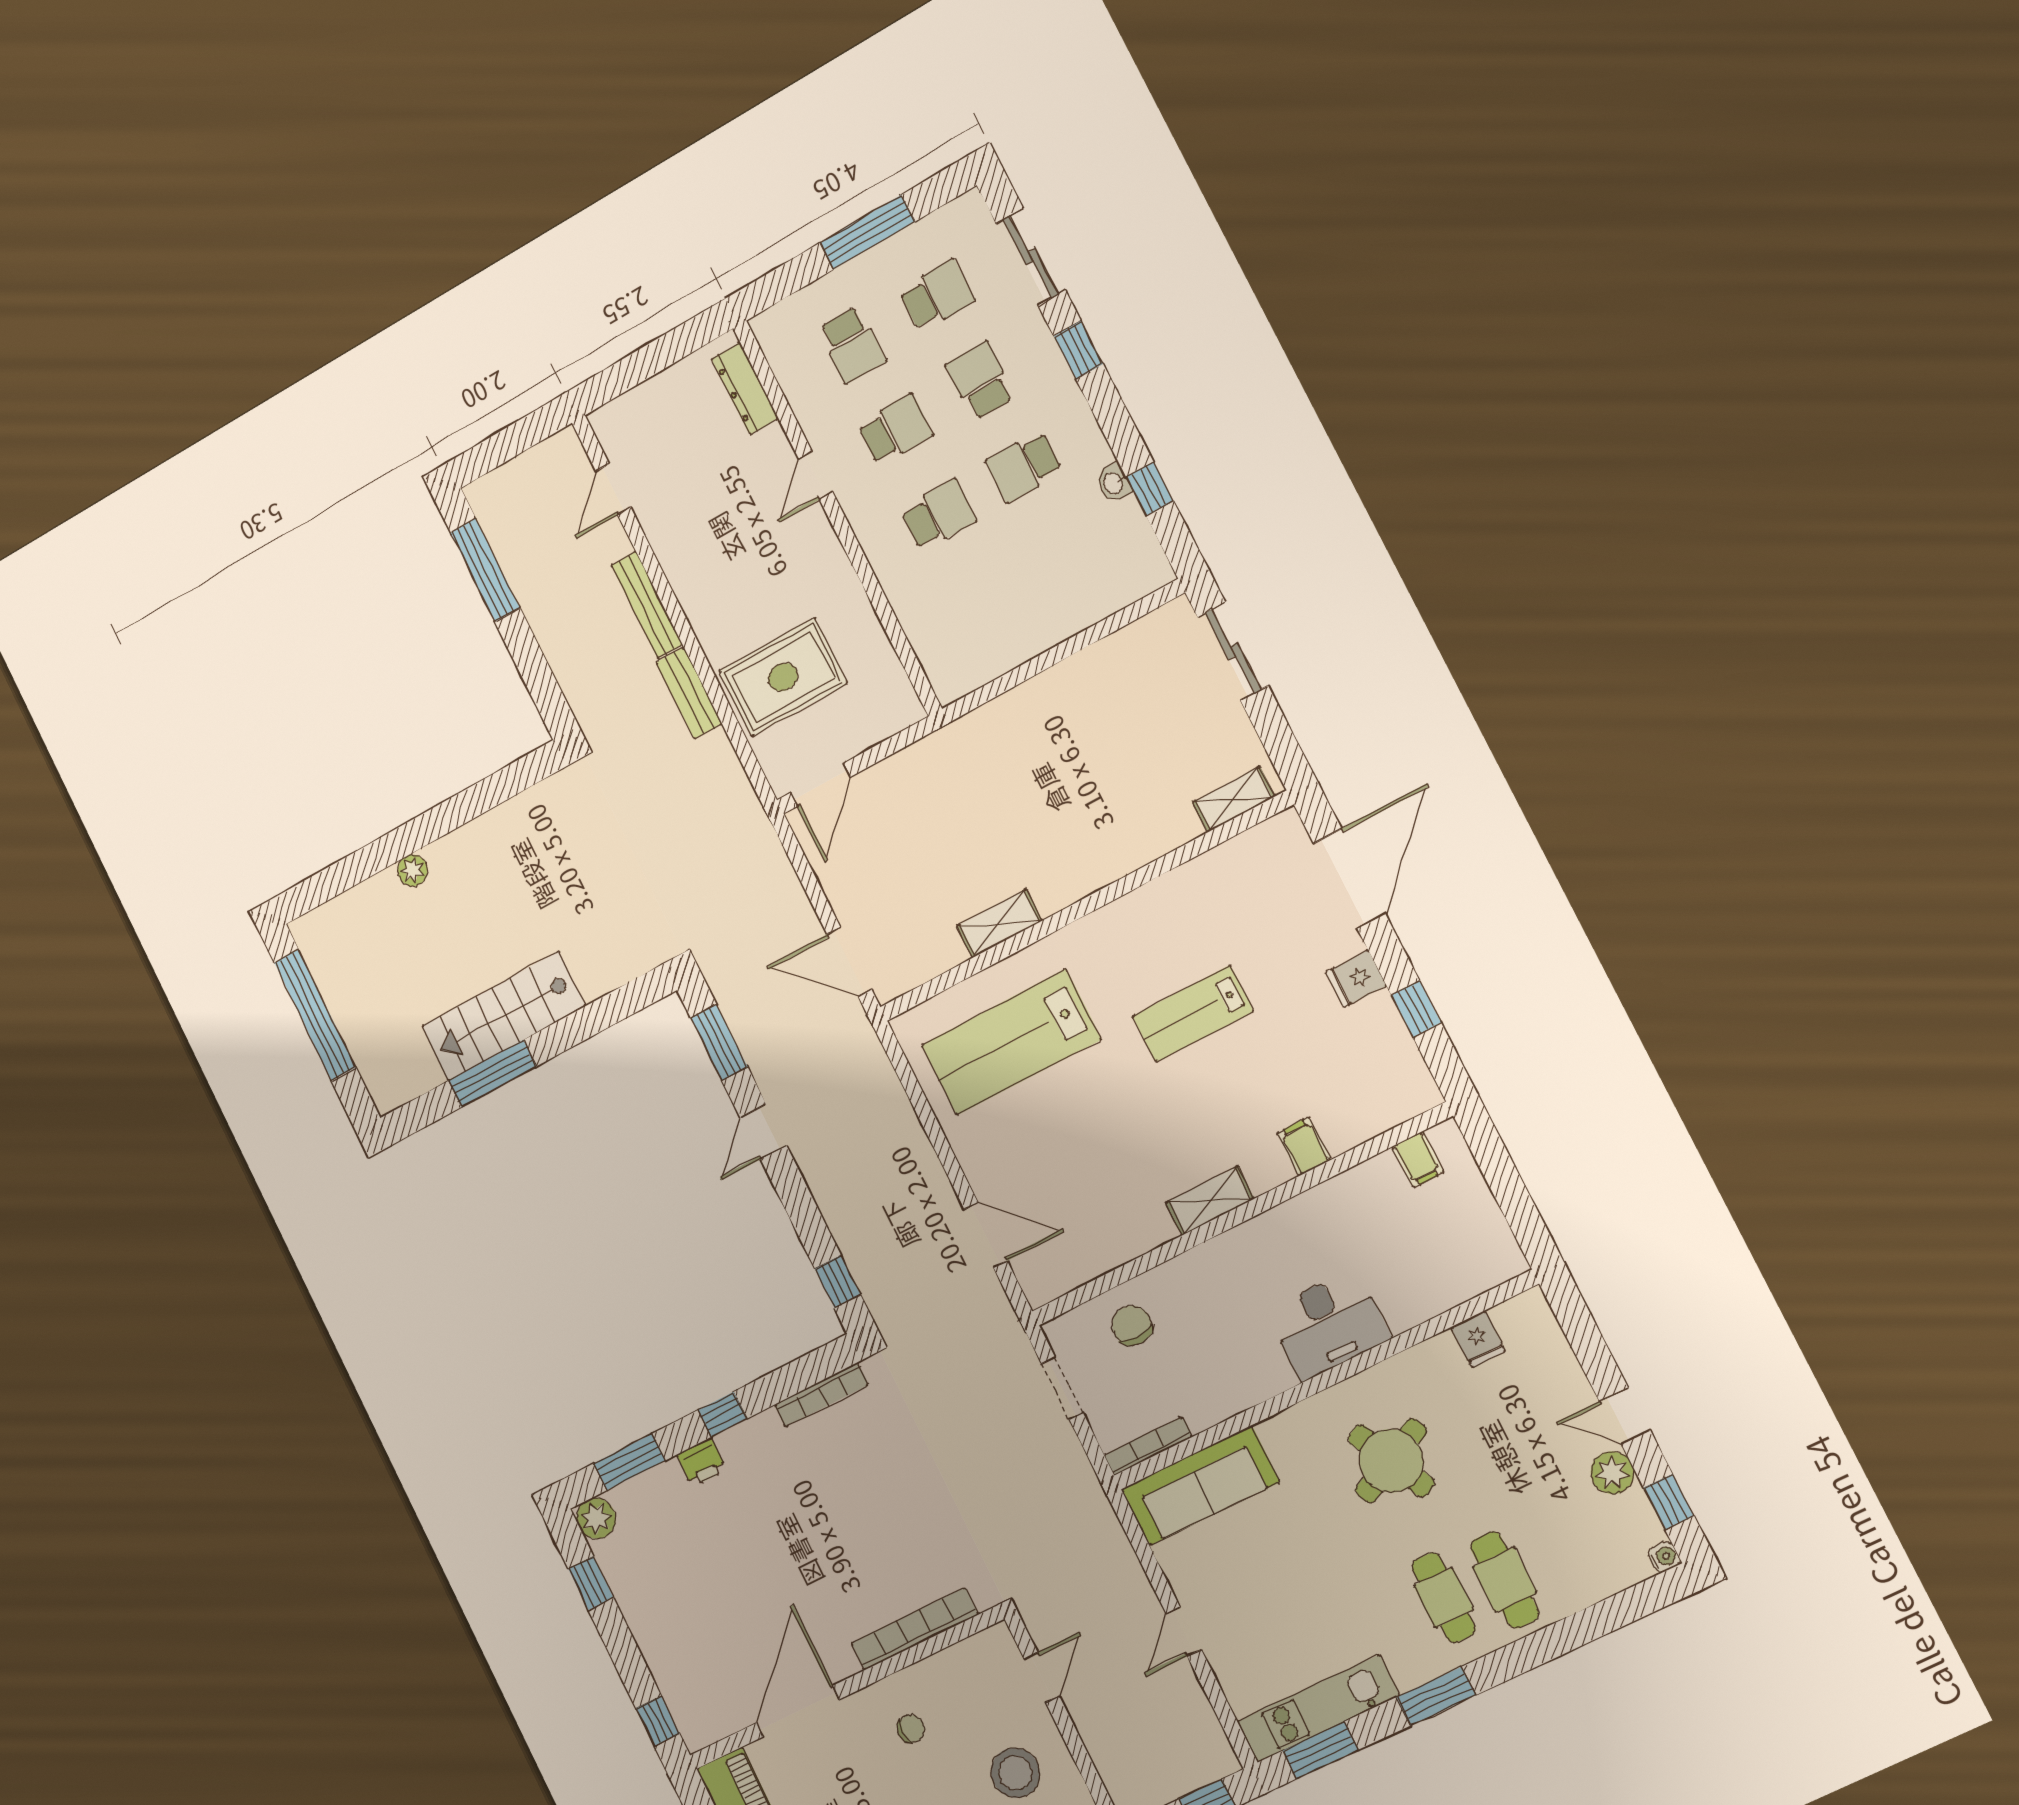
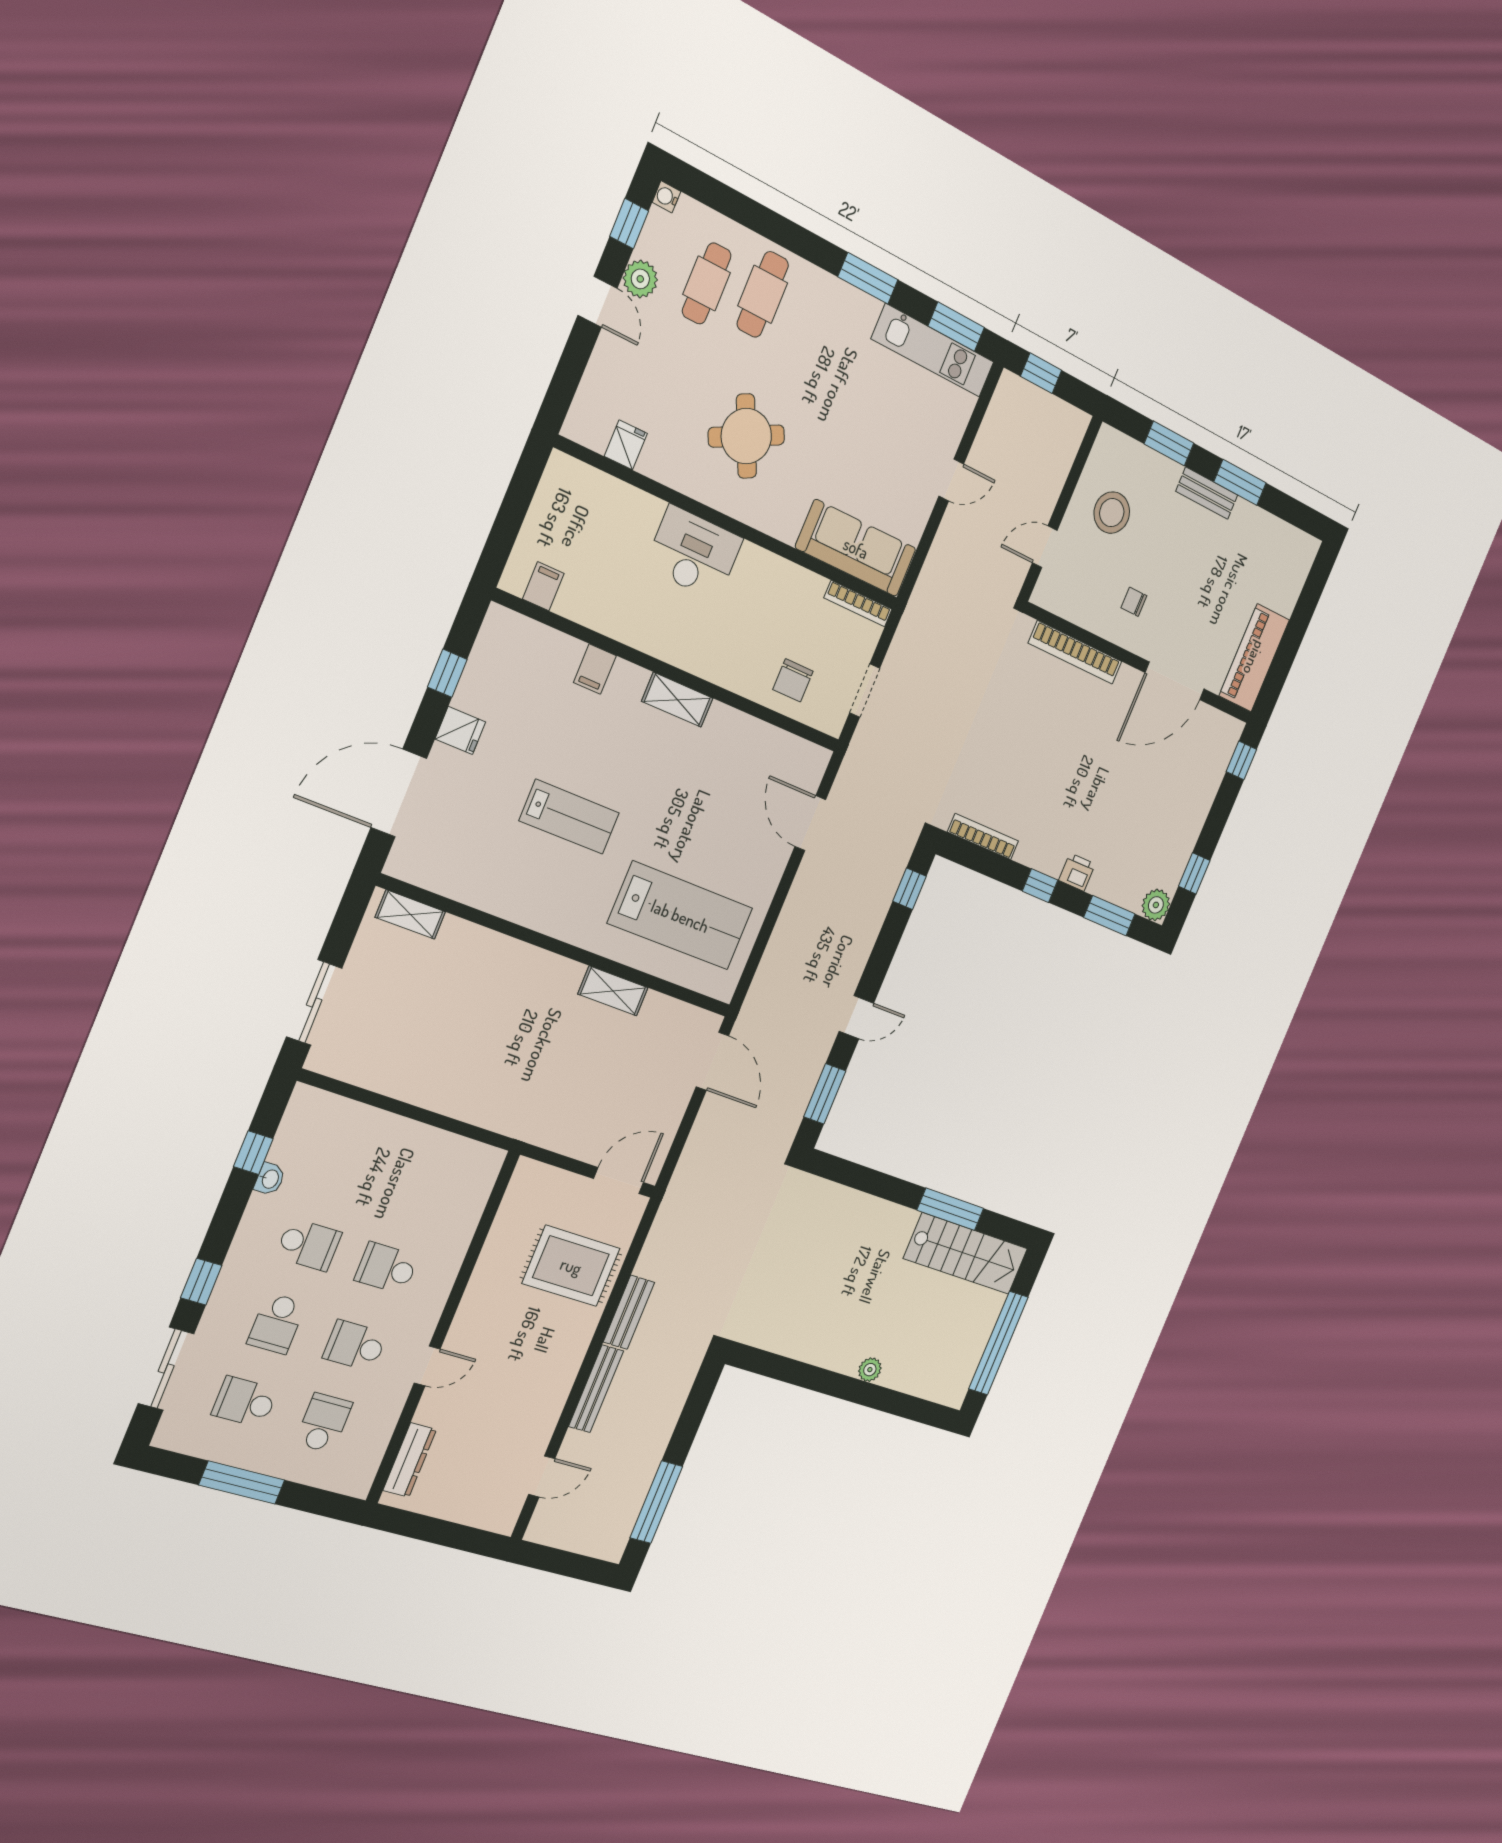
stairs: (503, 1016) -> (966, 1254), moved
cafe table: (1444, 1598) -> (707, 283), moved

